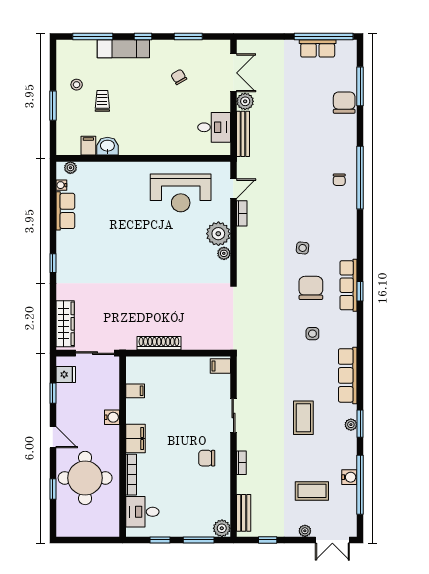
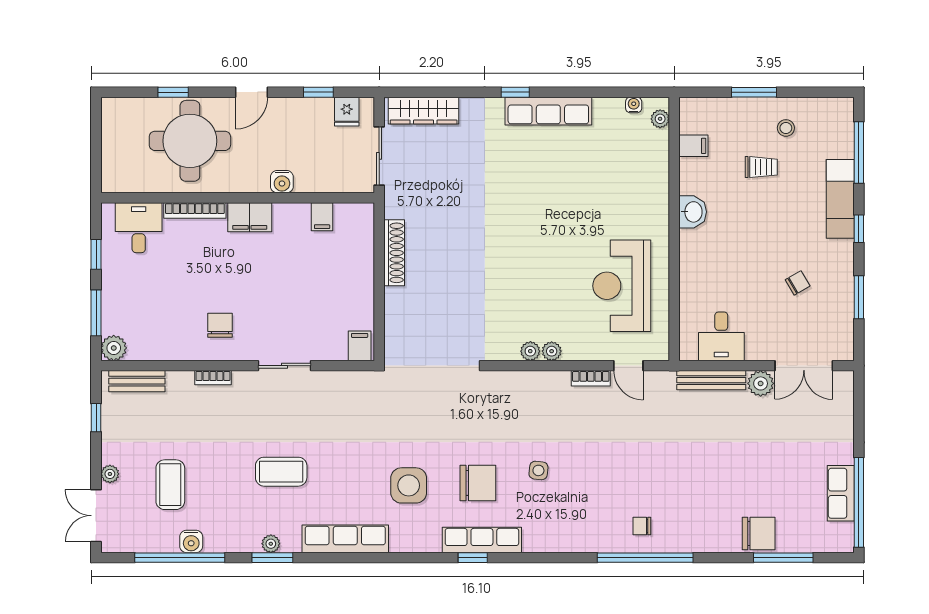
washbasin: (107, 146) -> (693, 212), moved
row of seats: (65, 211) -> (548, 111), moved, width x1.48
plant: (218, 234) -> (552, 351), width x0.53, depth x0.53
side table: (312, 334) -> (409, 485), width x1.87, depth x1.87

